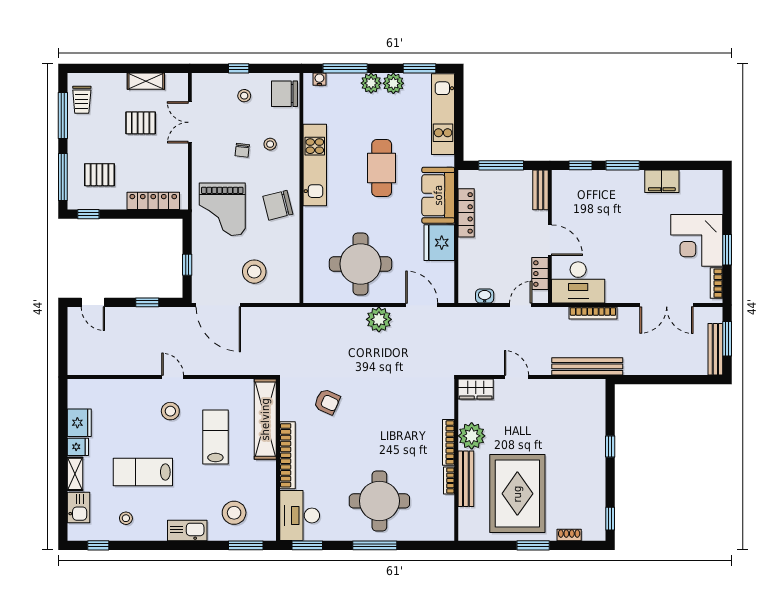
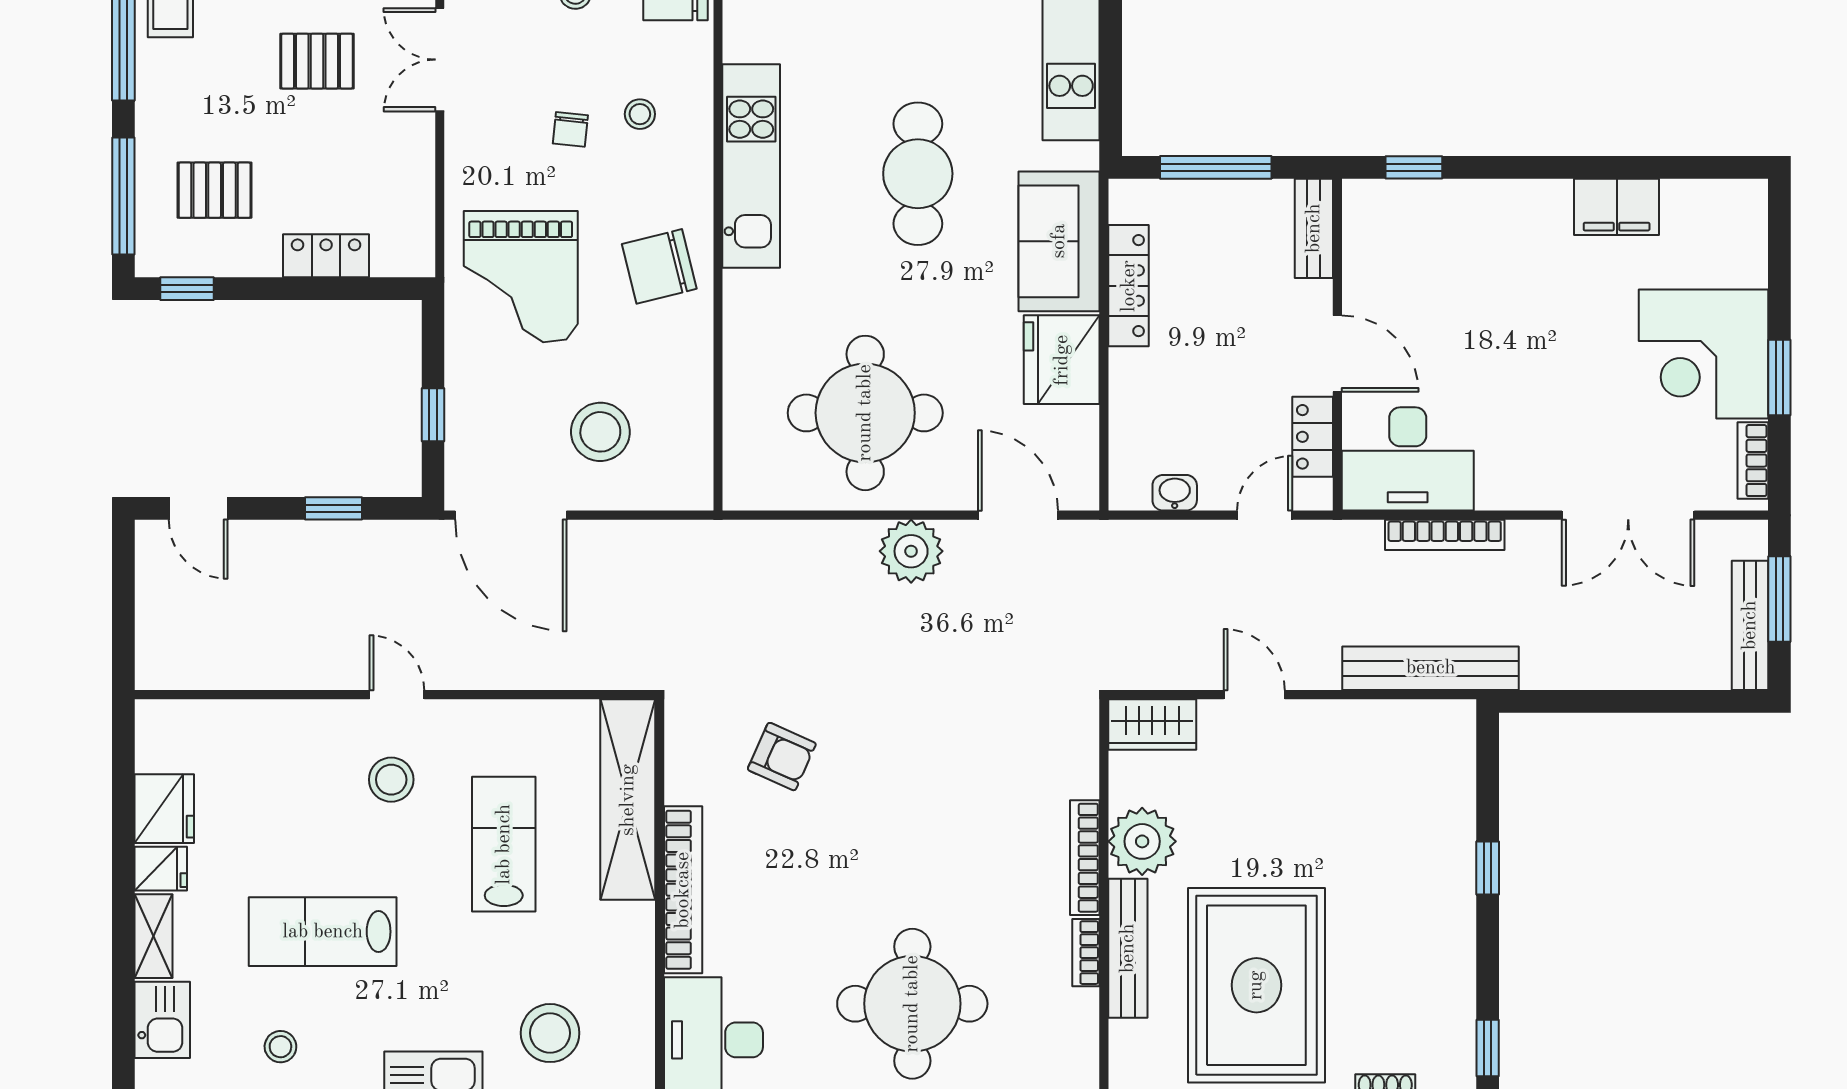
window: (623, 165) -> (1519, 167), removed
locker: (153, 201) -> (326, 256), width x0.66

